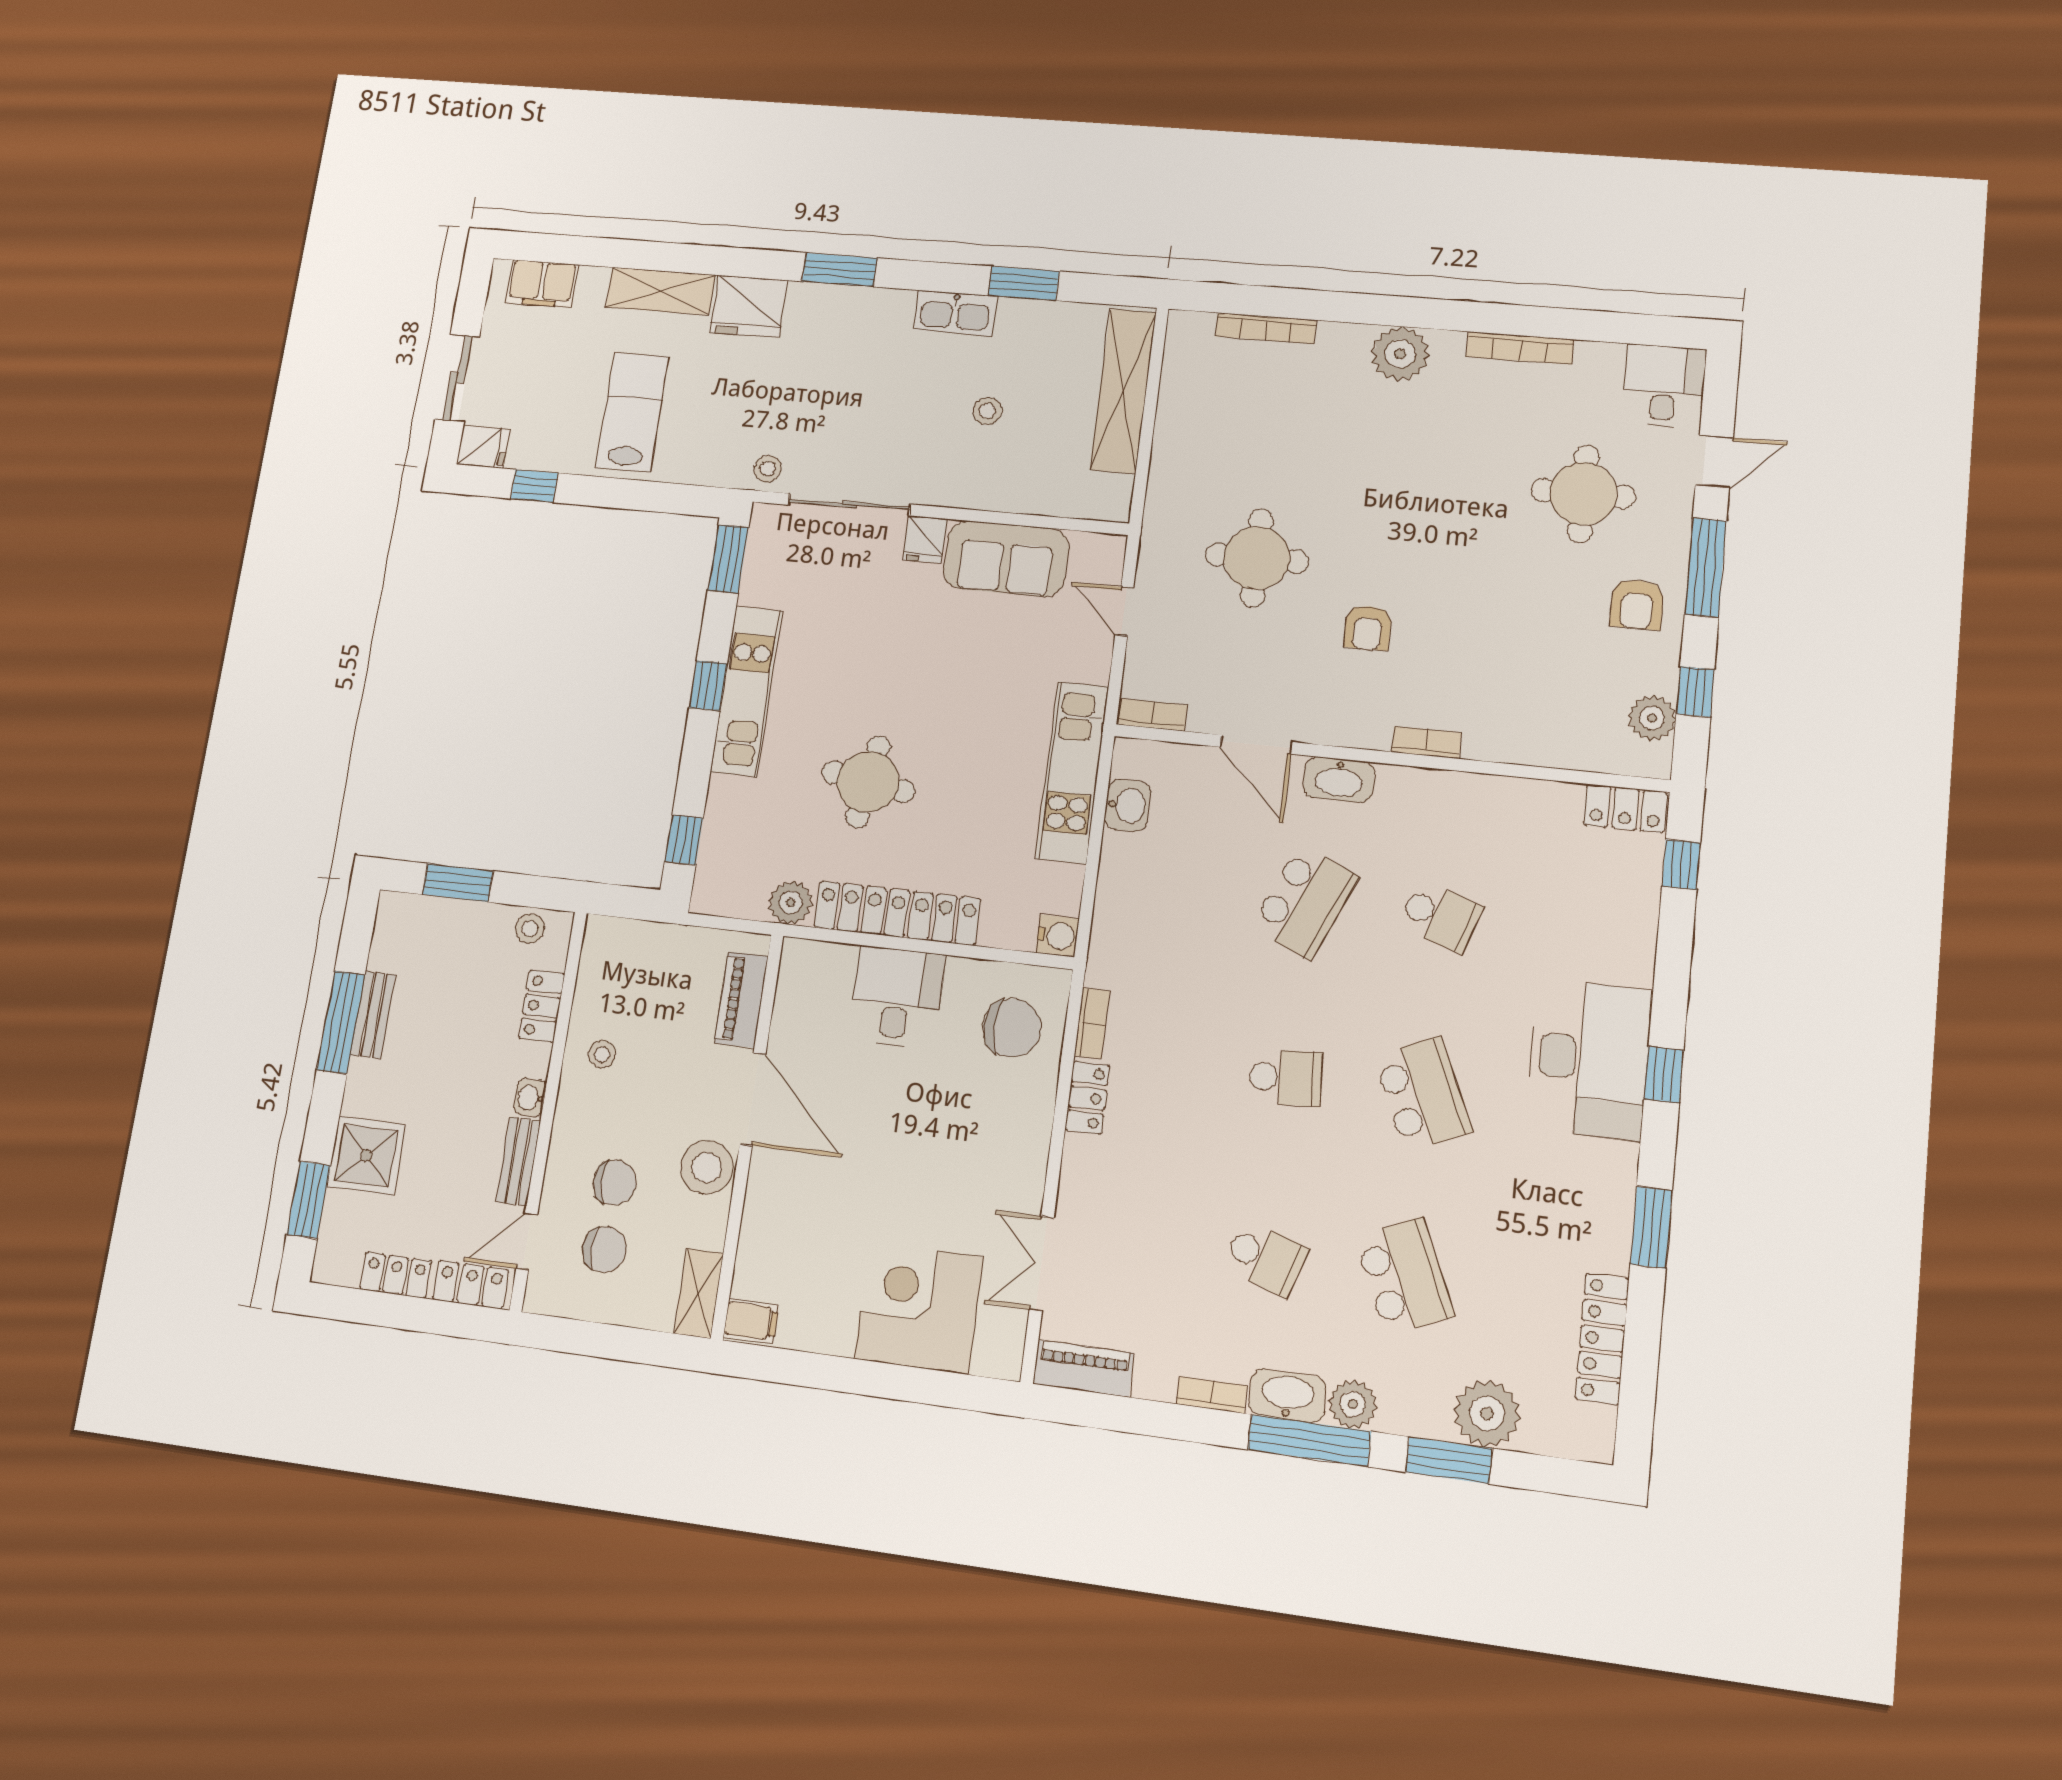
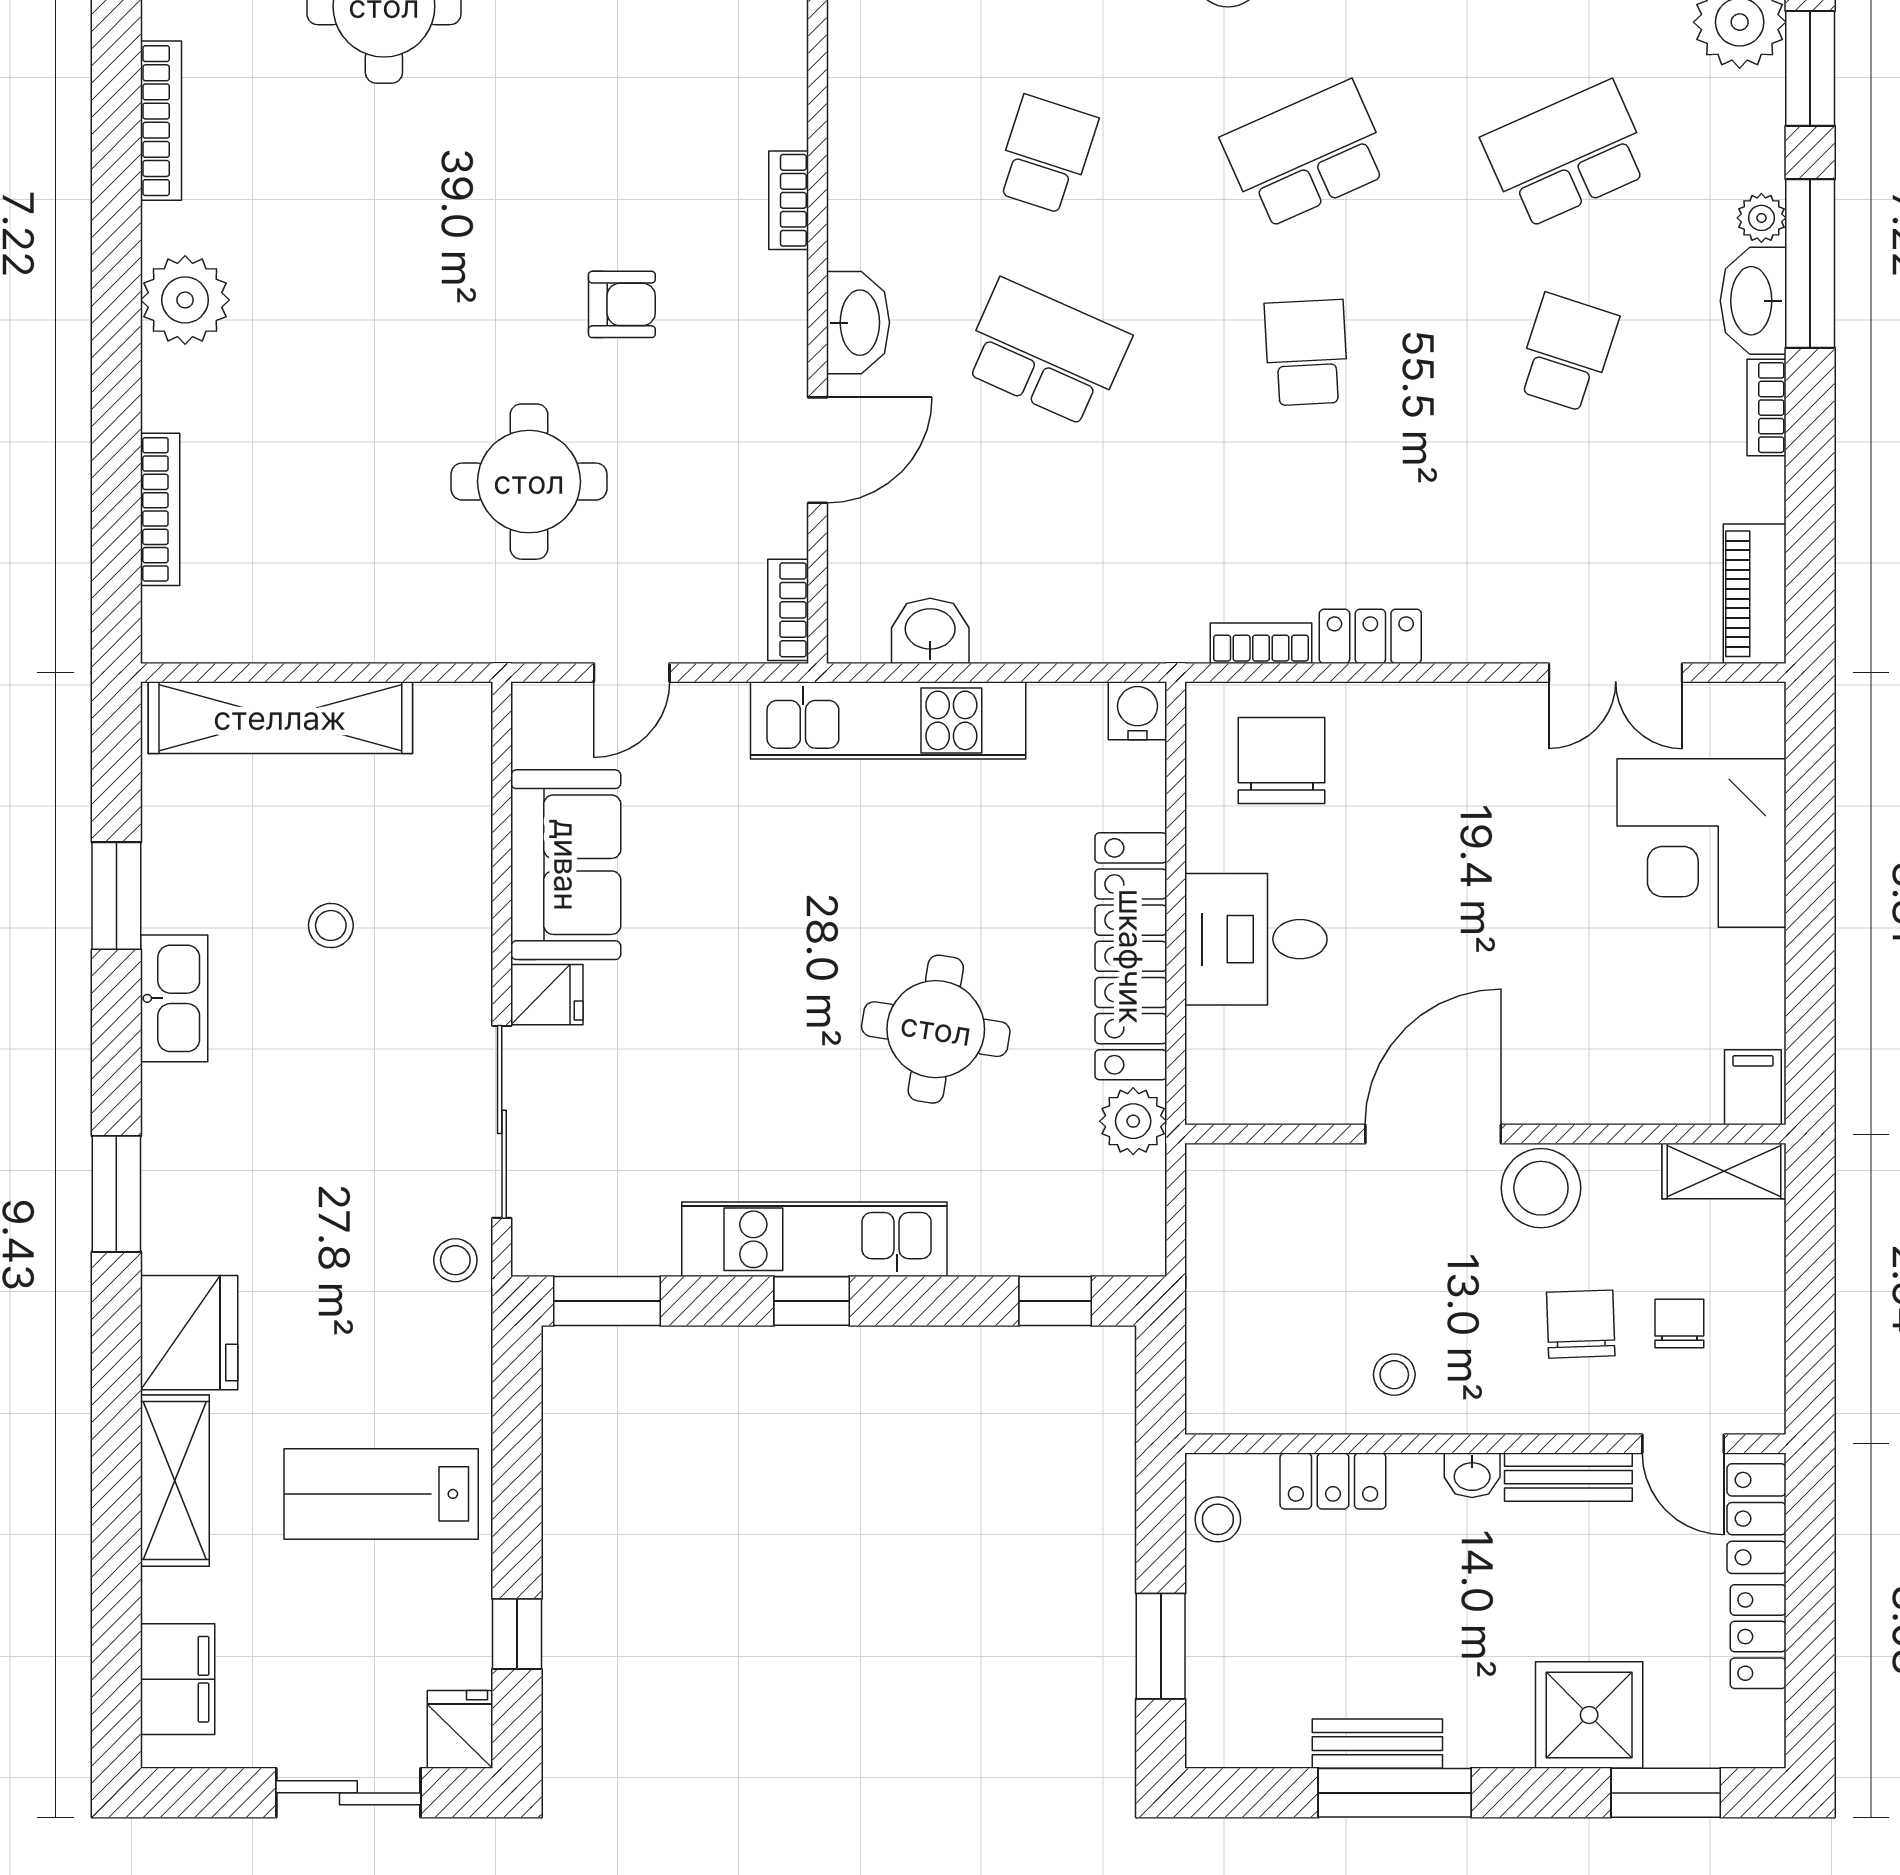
piano: (741, 1000) -> (1287, 1174), removed
chair: (604, 1249) -> (1679, 1323), width x0.73, depth x0.73
plant: (1353, 1404) -> (1761, 218), width x0.73, depth x0.73

